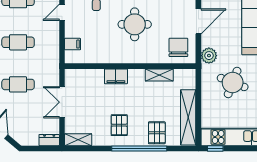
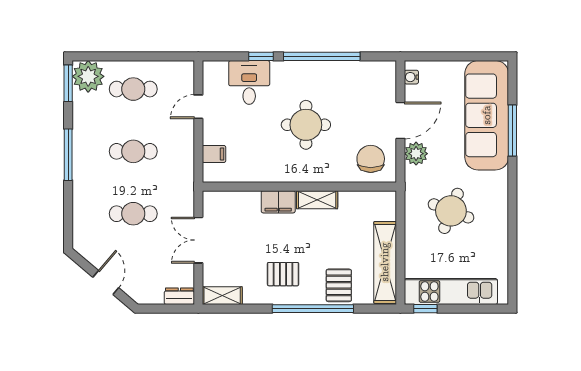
plant: (209, 56) -> (416, 154), moved
shelving: (159, 75) -> (317, 200), moved
pallet: (119, 125) -> (283, 274), turned 90

